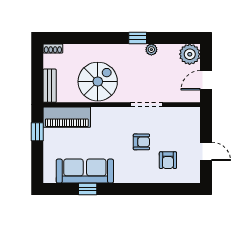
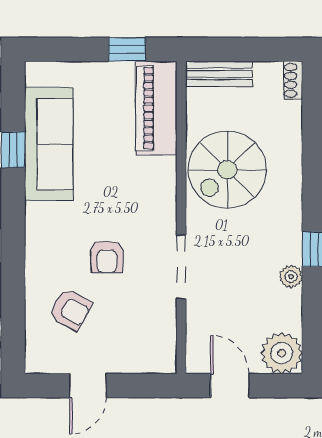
spiral stairs: (98, 82) -> (227, 170), turned 90
armchair: (168, 160) -> (71, 310), turned -151

